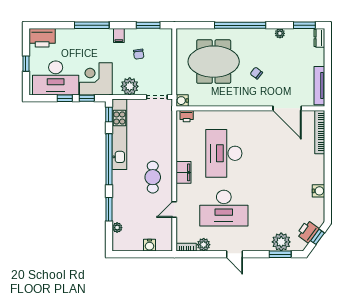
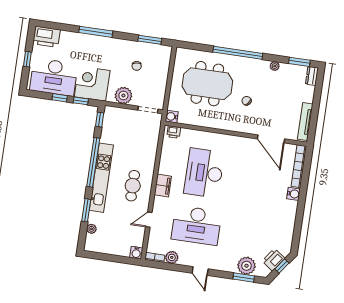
filing cabinet: (119, 36) -> (120, 45), removed
kitchen unit: (119, 134) -> (101, 178), moved
water cooler: (318, 191) -> (294, 194), moved
water cooler: (149, 245) -> (136, 253), moved

